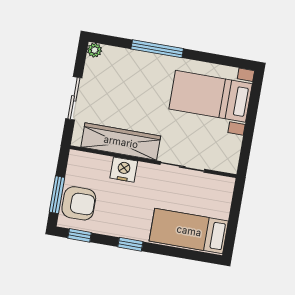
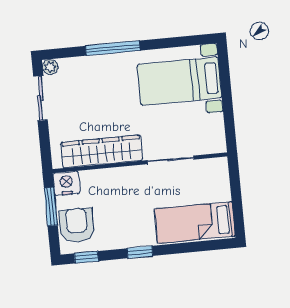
sliding door: (74, 98) -> (40, 98), moved
nightstand: (124, 170) -> (66, 183), moved
window: (57, 195) -> (51, 207), moved
armchair: (79, 203) -> (77, 225), turned -90

